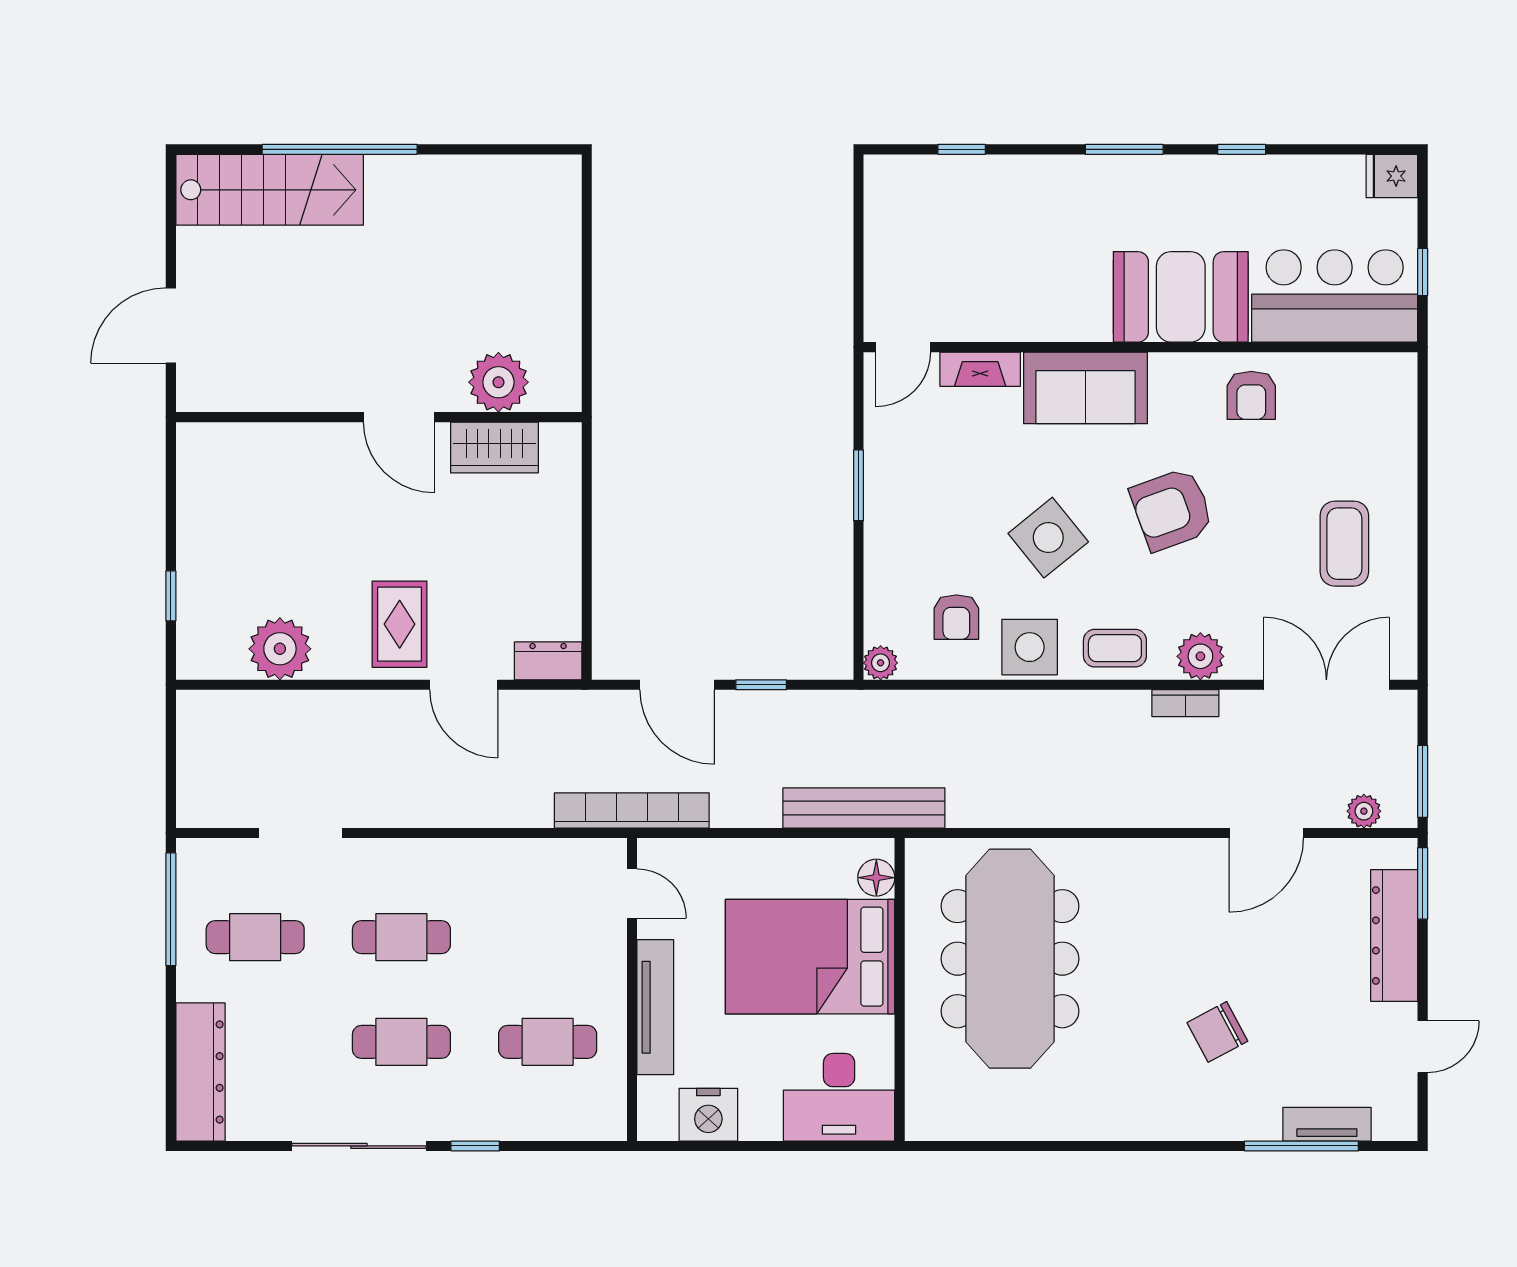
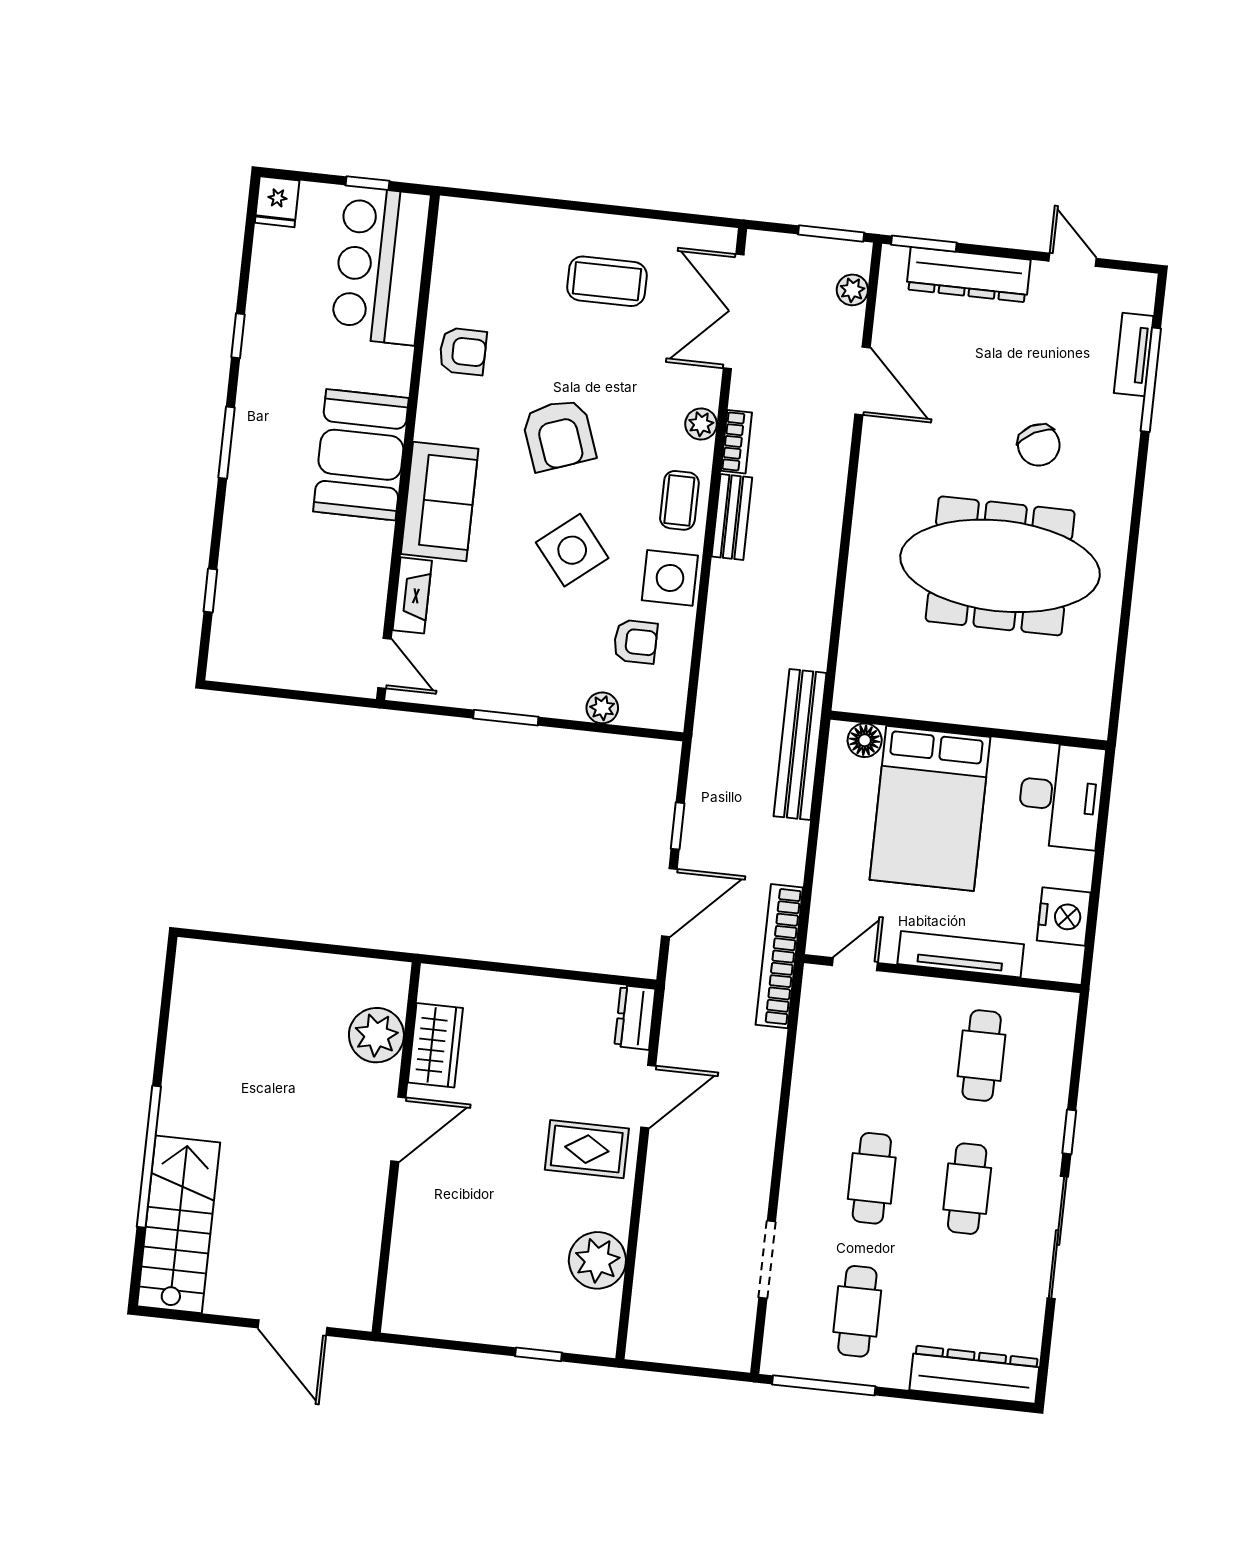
booth: (1181, 297) -> (361, 455), moved
plant: (1200, 656) -> (701, 424), width x0.73, depth x0.73
plant: (881, 663) -> (602, 708), moved
bench: (1103, 707) -> (732, 517), added
meeting table: (1010, 959) -> (1000, 566), moved

